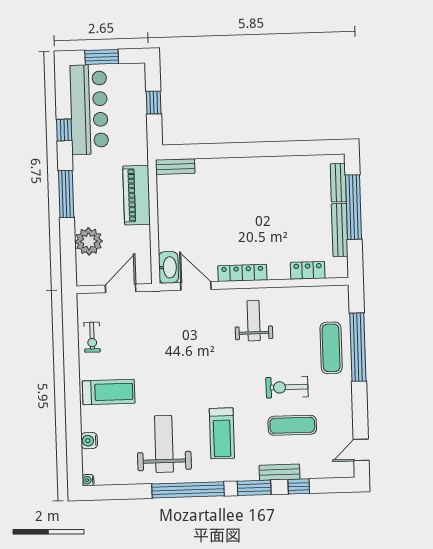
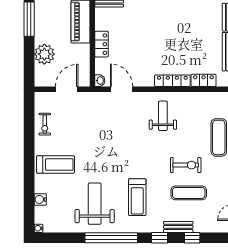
locker: (166, 225) -> (102, 44), added
washbasin: (168, 267) -> (100, 81), width x0.52, depth x0.69
locker: (242, 273) -> (172, 81), moved
exercise bike: (287, 387) -> (186, 165), turned 180
window: (254, 488) -> (159, 238), width x0.67

